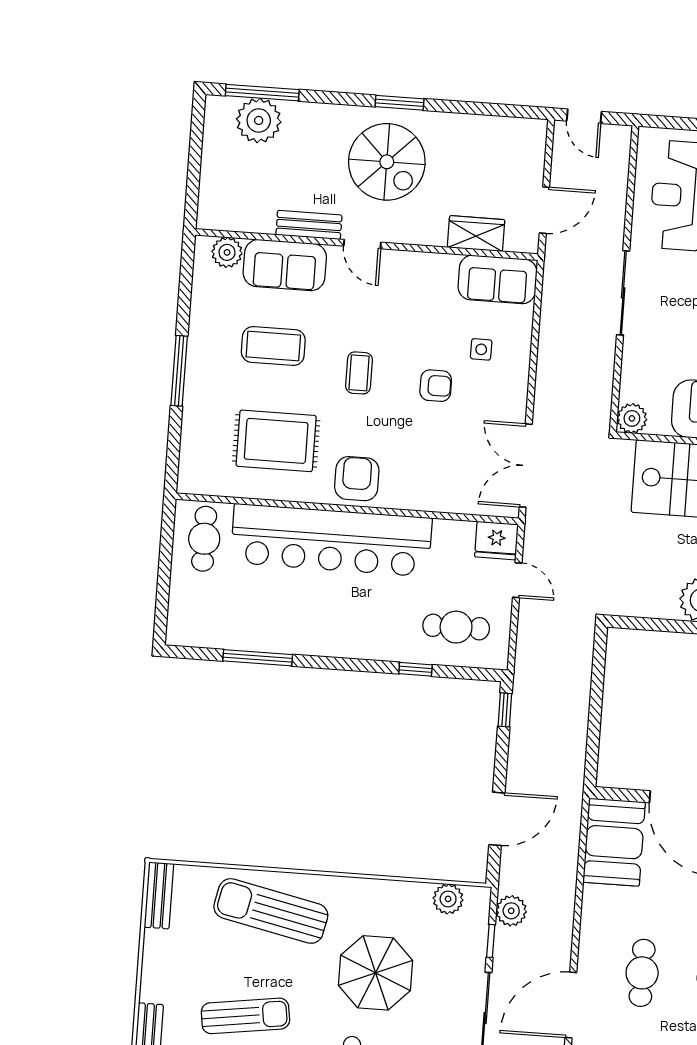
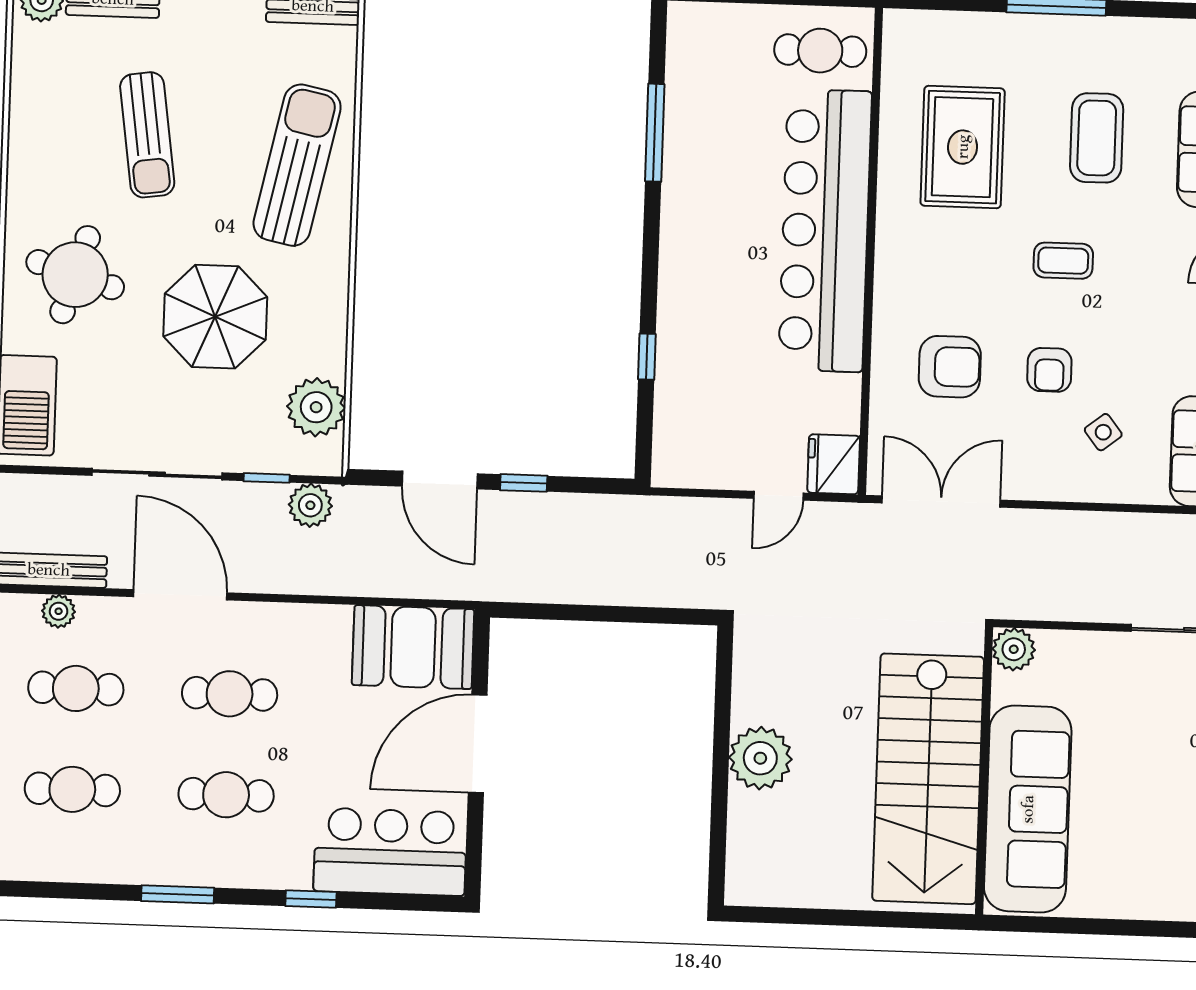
side table: (481, 349) -> (1103, 432), turned -38
armchair: (357, 479) -> (950, 367), moved
cafe table: (456, 627) -> (709, 412), removed
window: (505, 710) -> (524, 483), moved
plant: (448, 899) -> (316, 407), width x1.36, depth x1.36

